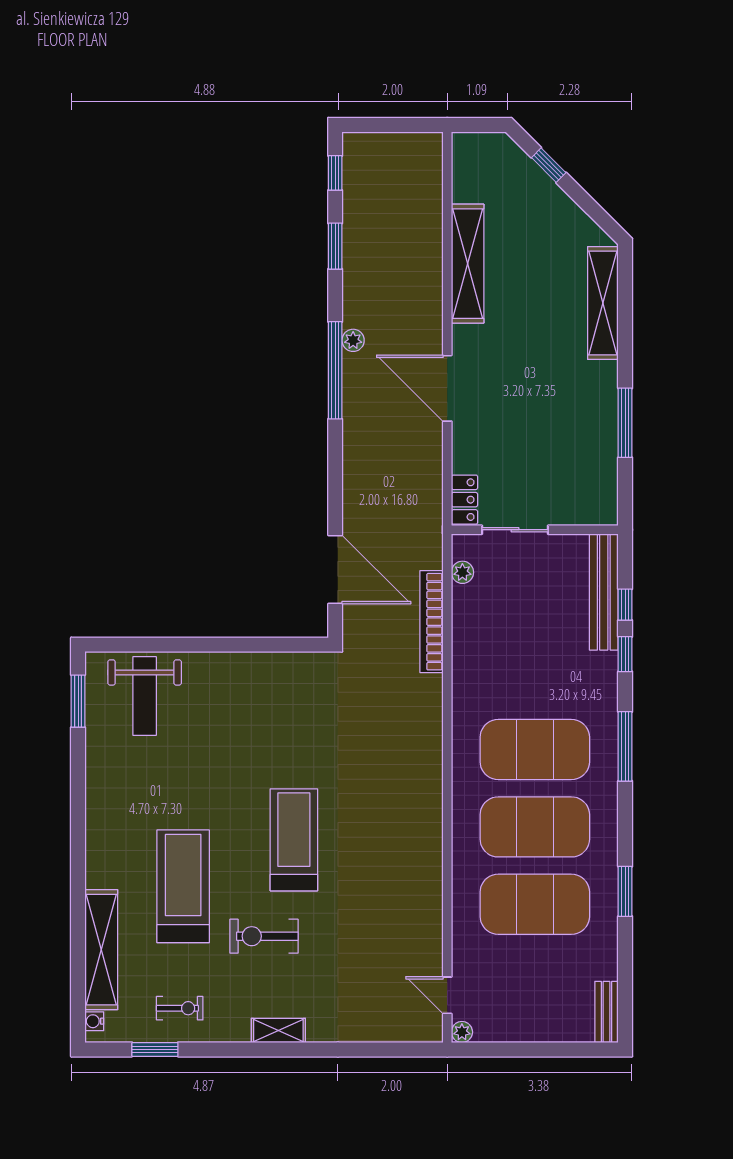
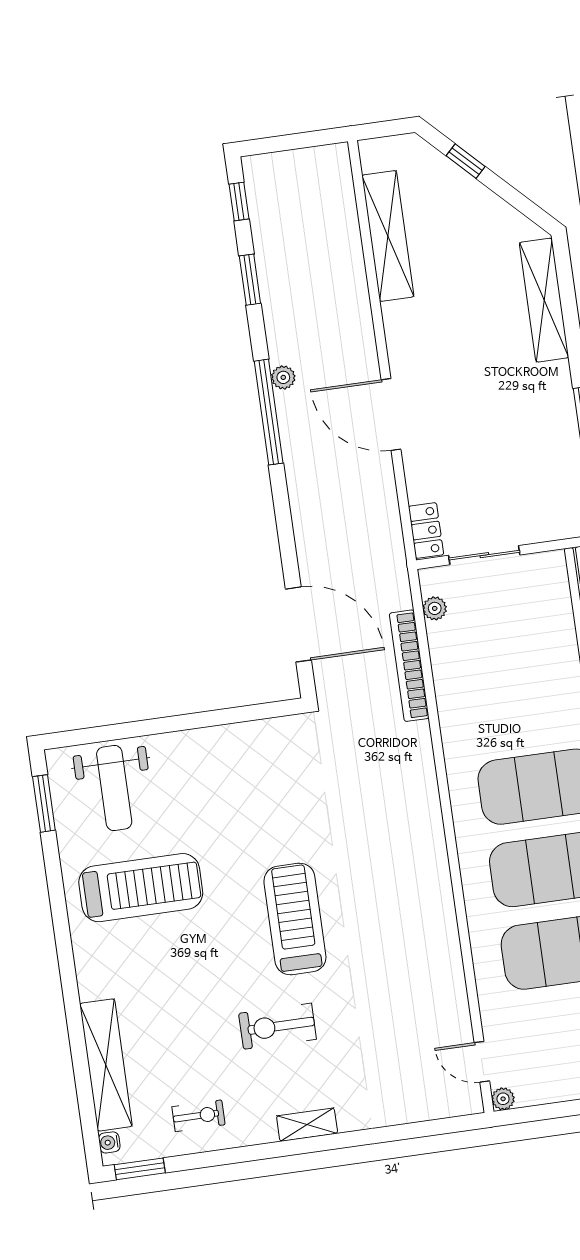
shelving: (468, 264) -> (388, 236), moved
treadmill: (183, 886) -> (141, 888), moved, turned 90
window: (155, 1049) -> (140, 1169), moved

